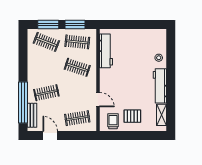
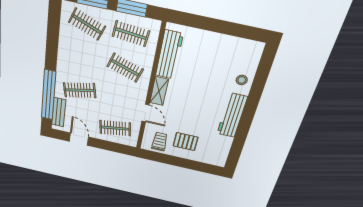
shelving: (162, 115) -> (159, 91), moved

